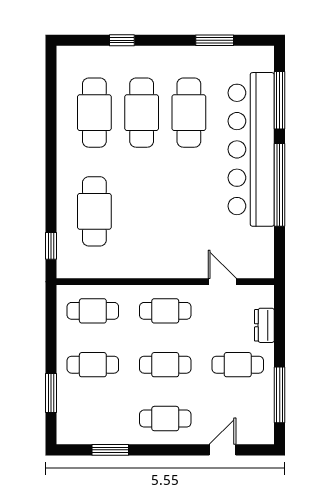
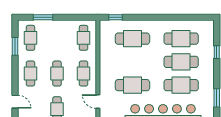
cafe table: (189, 211) -> (132, 85), added
door: (222, 282) -> (98, 102), swing flipped
cafe table: (93, 365) -> (31, 38), moved

